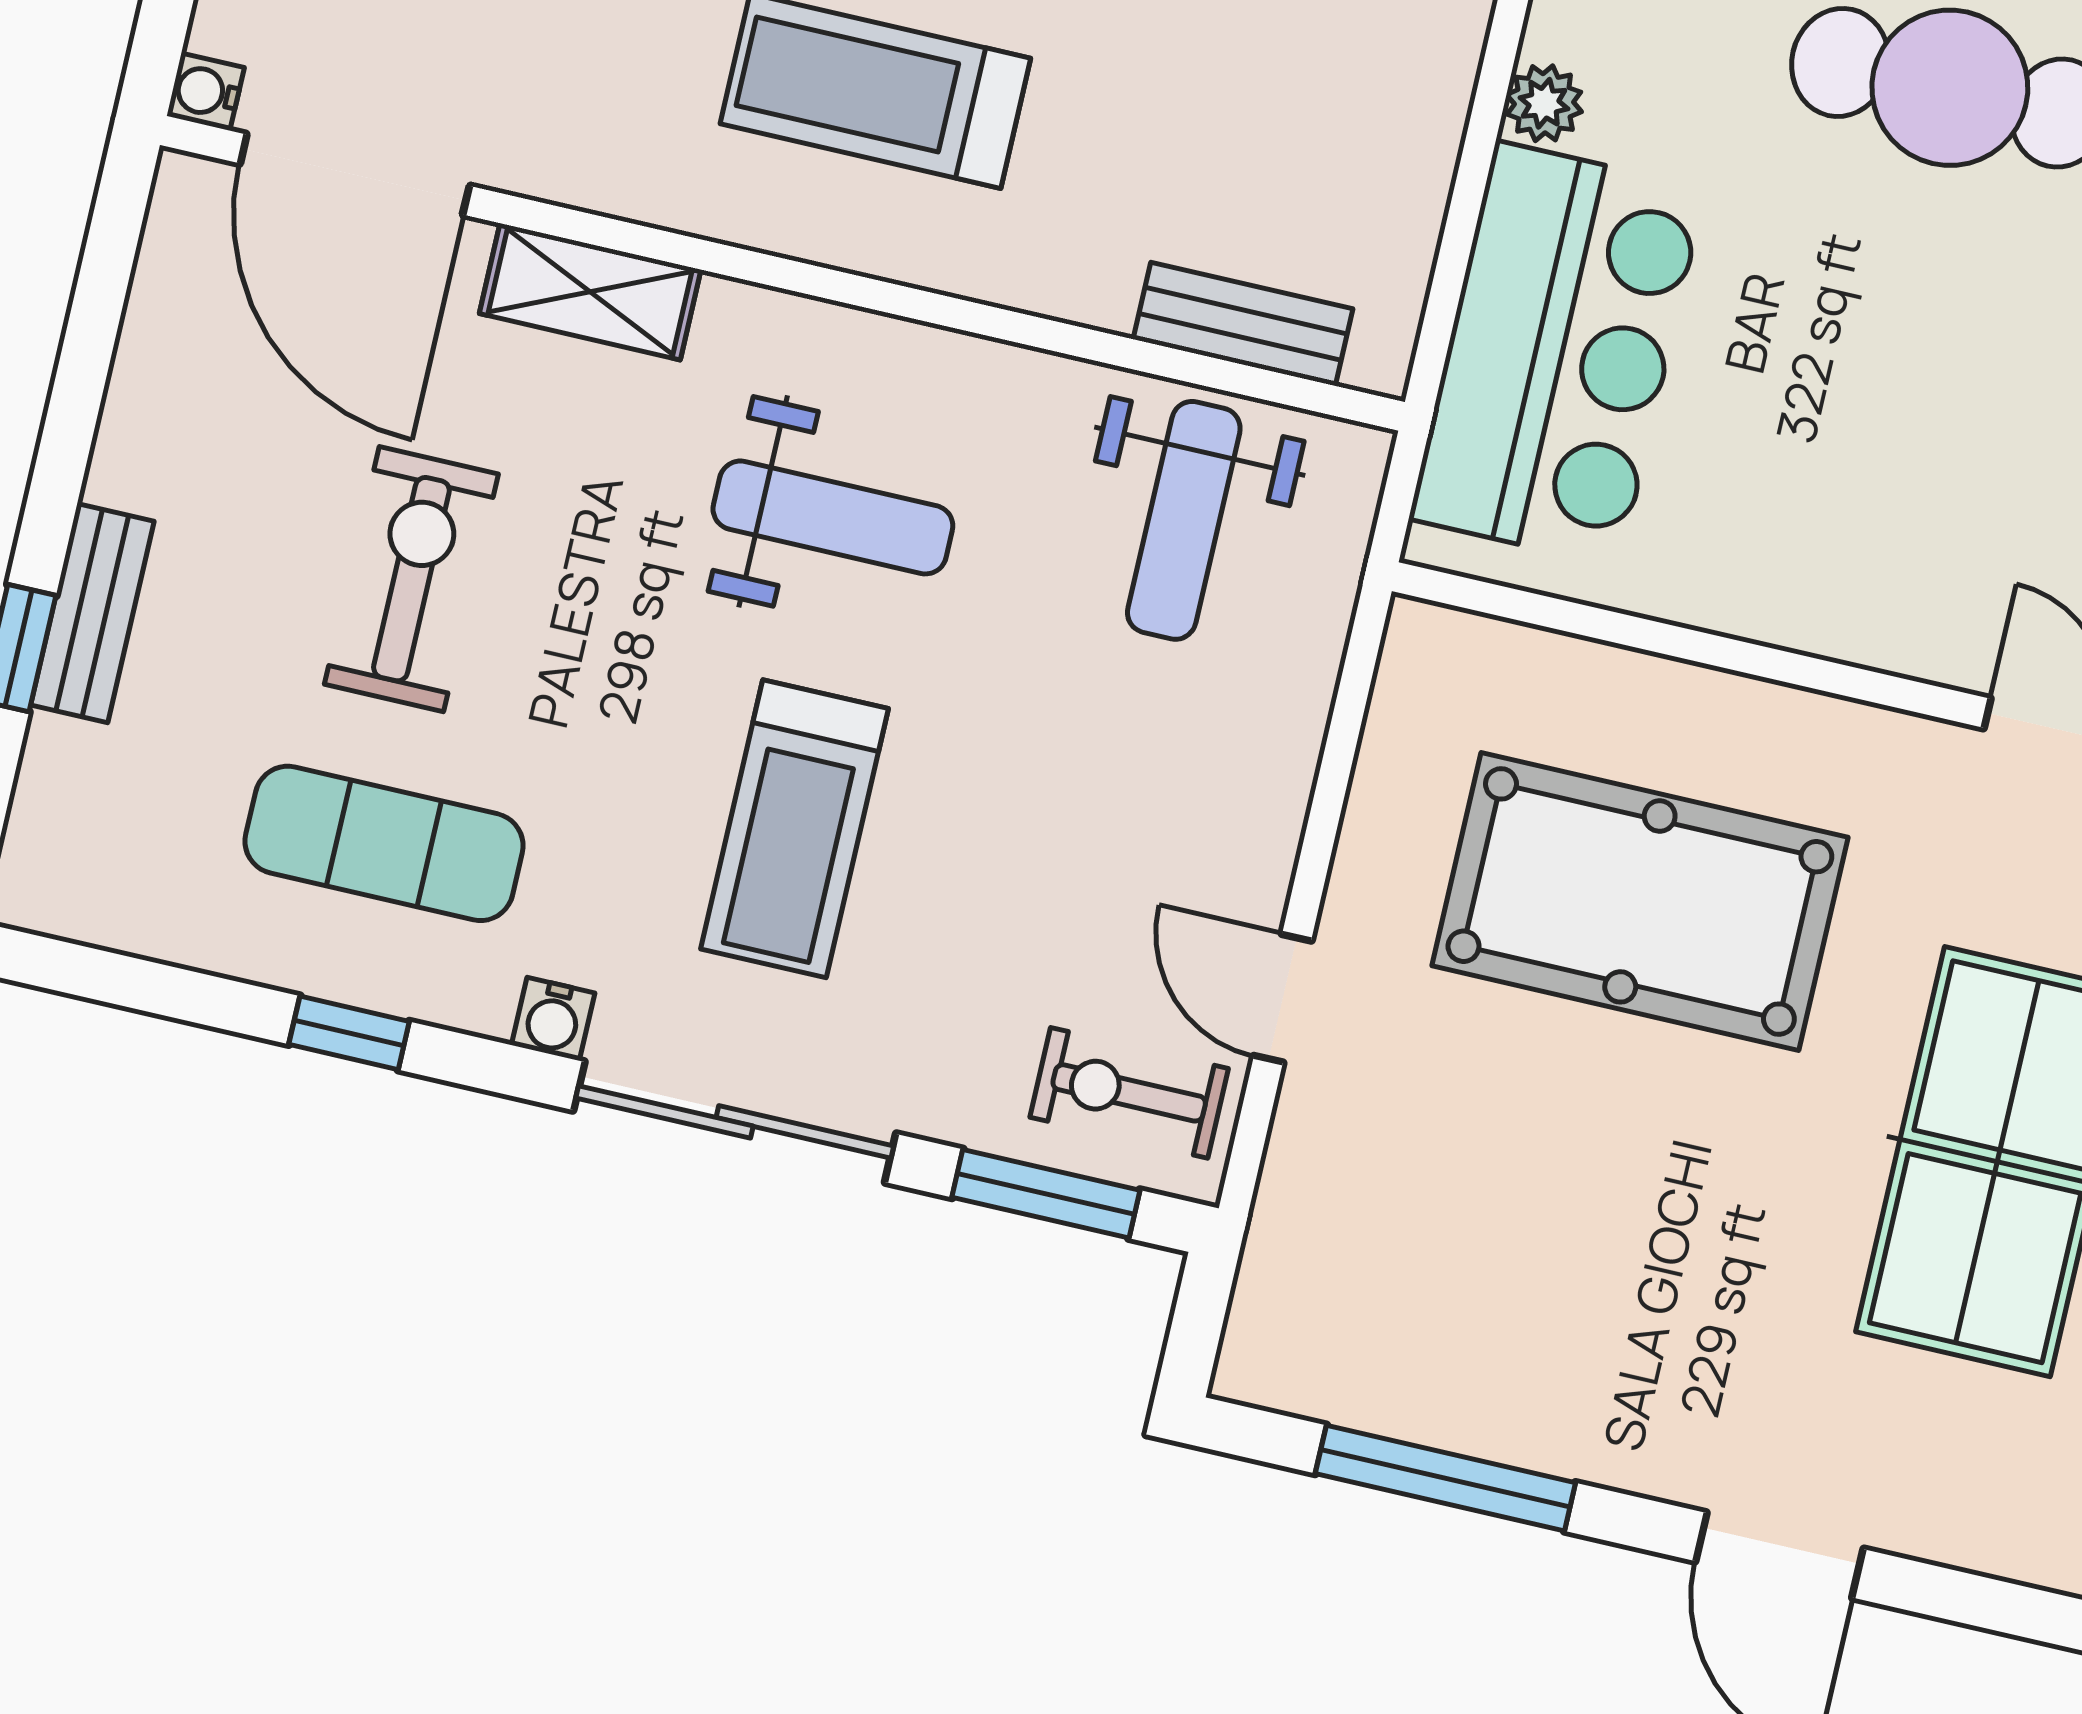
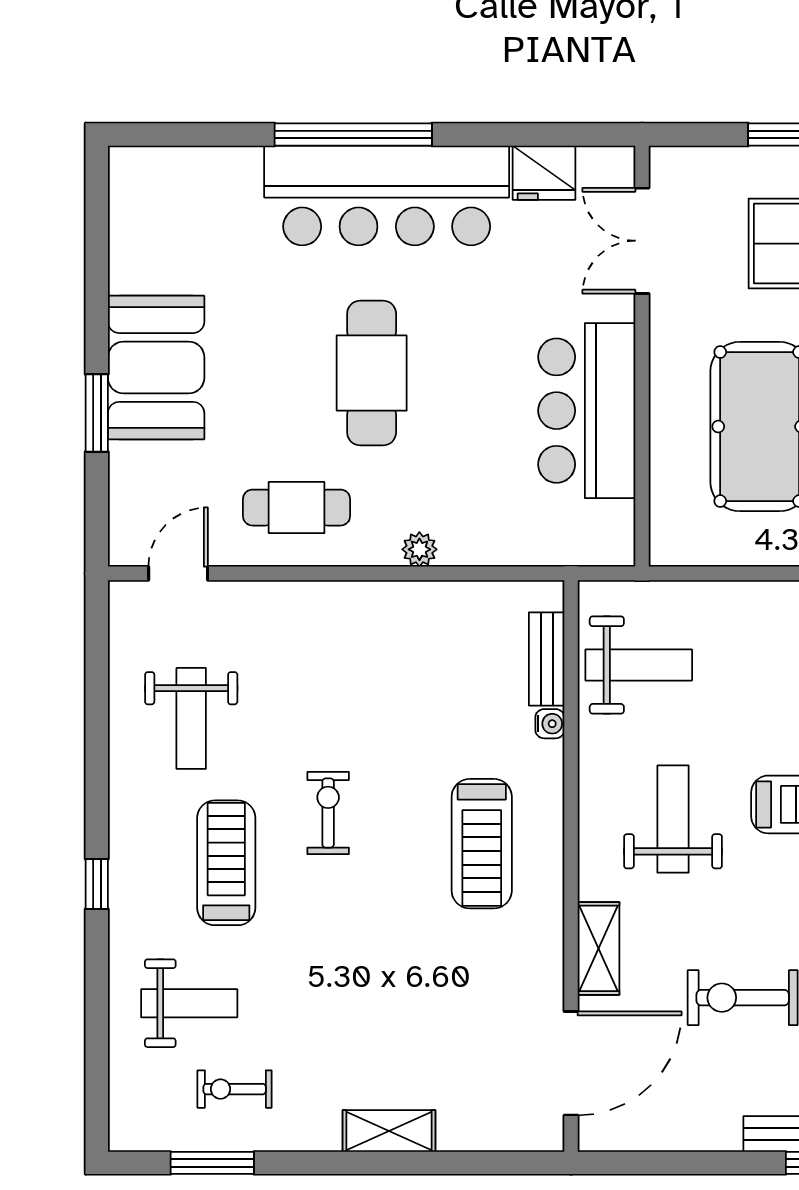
water cooler: (205, 92) -> (550, 724), moved, turned -90
bar counter: (1557, 354) -> (587, 411), moved, turned -90

